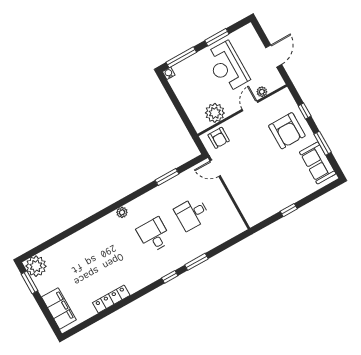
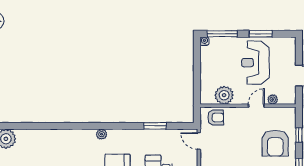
armchair: (219, 138) -> (216, 117), turned -90

